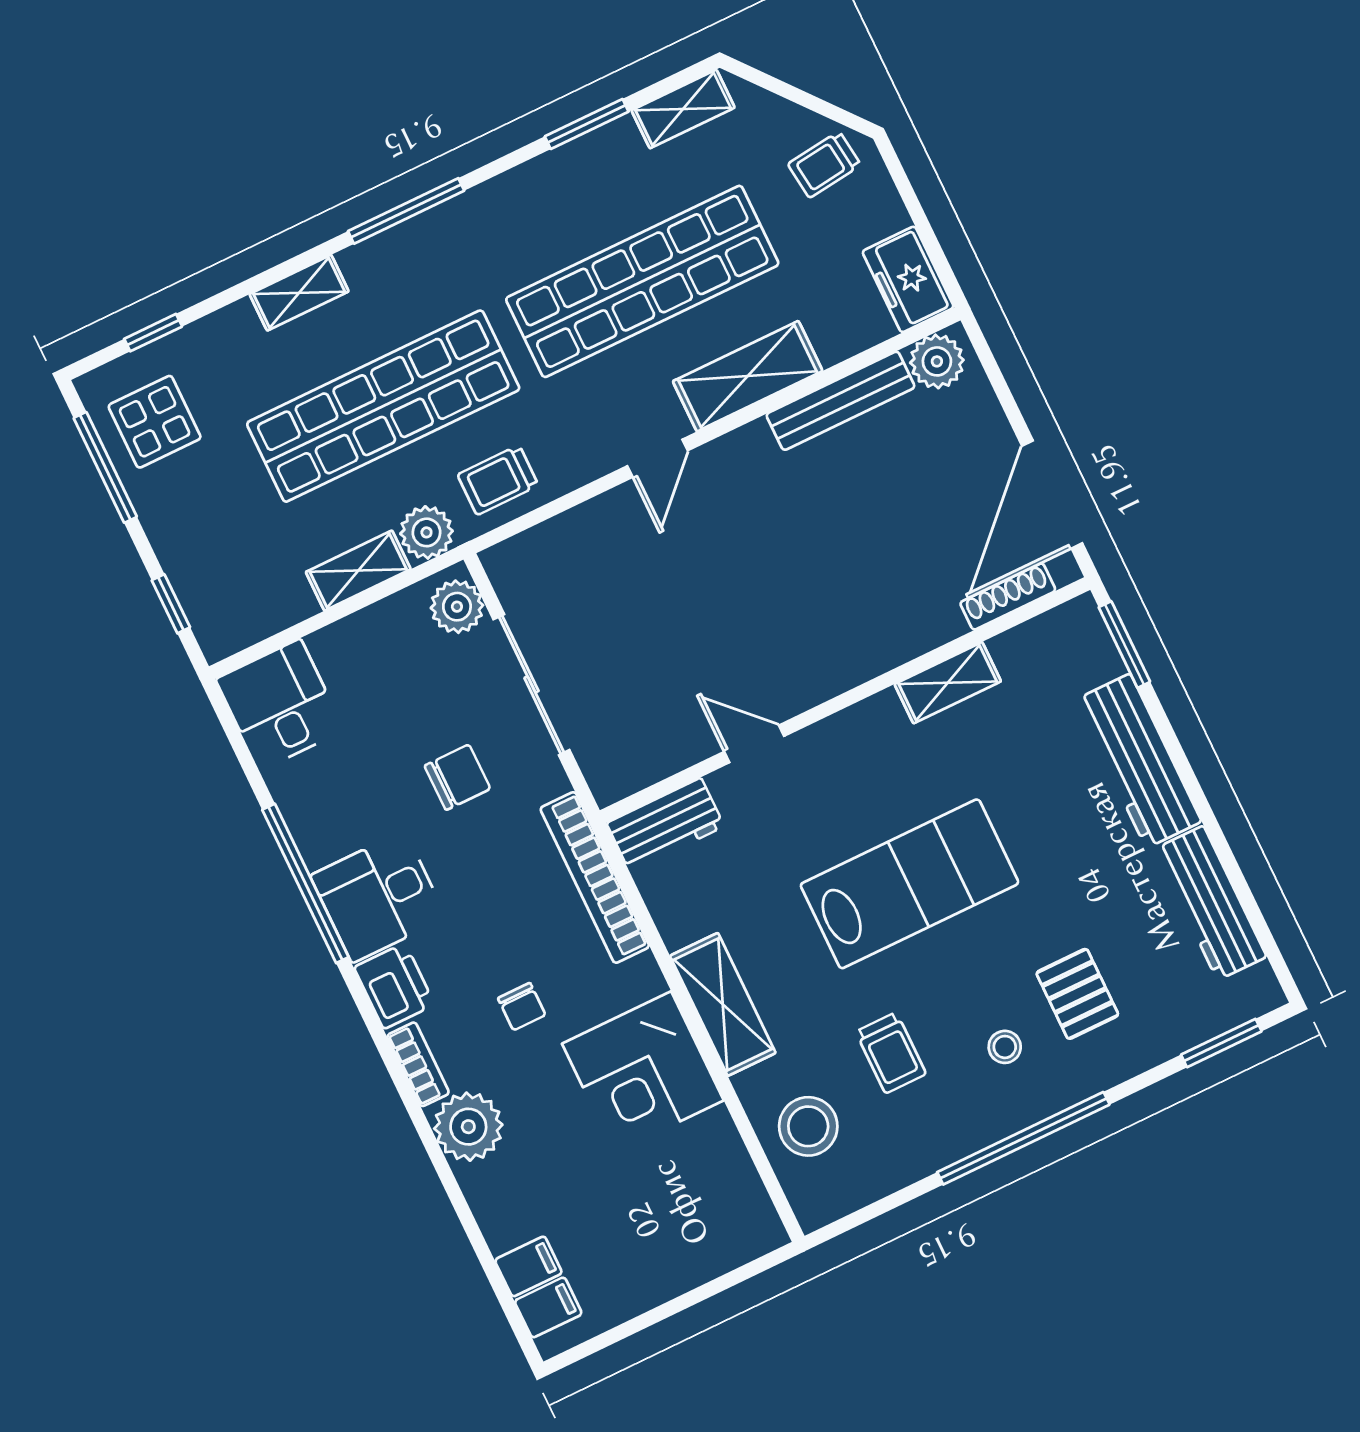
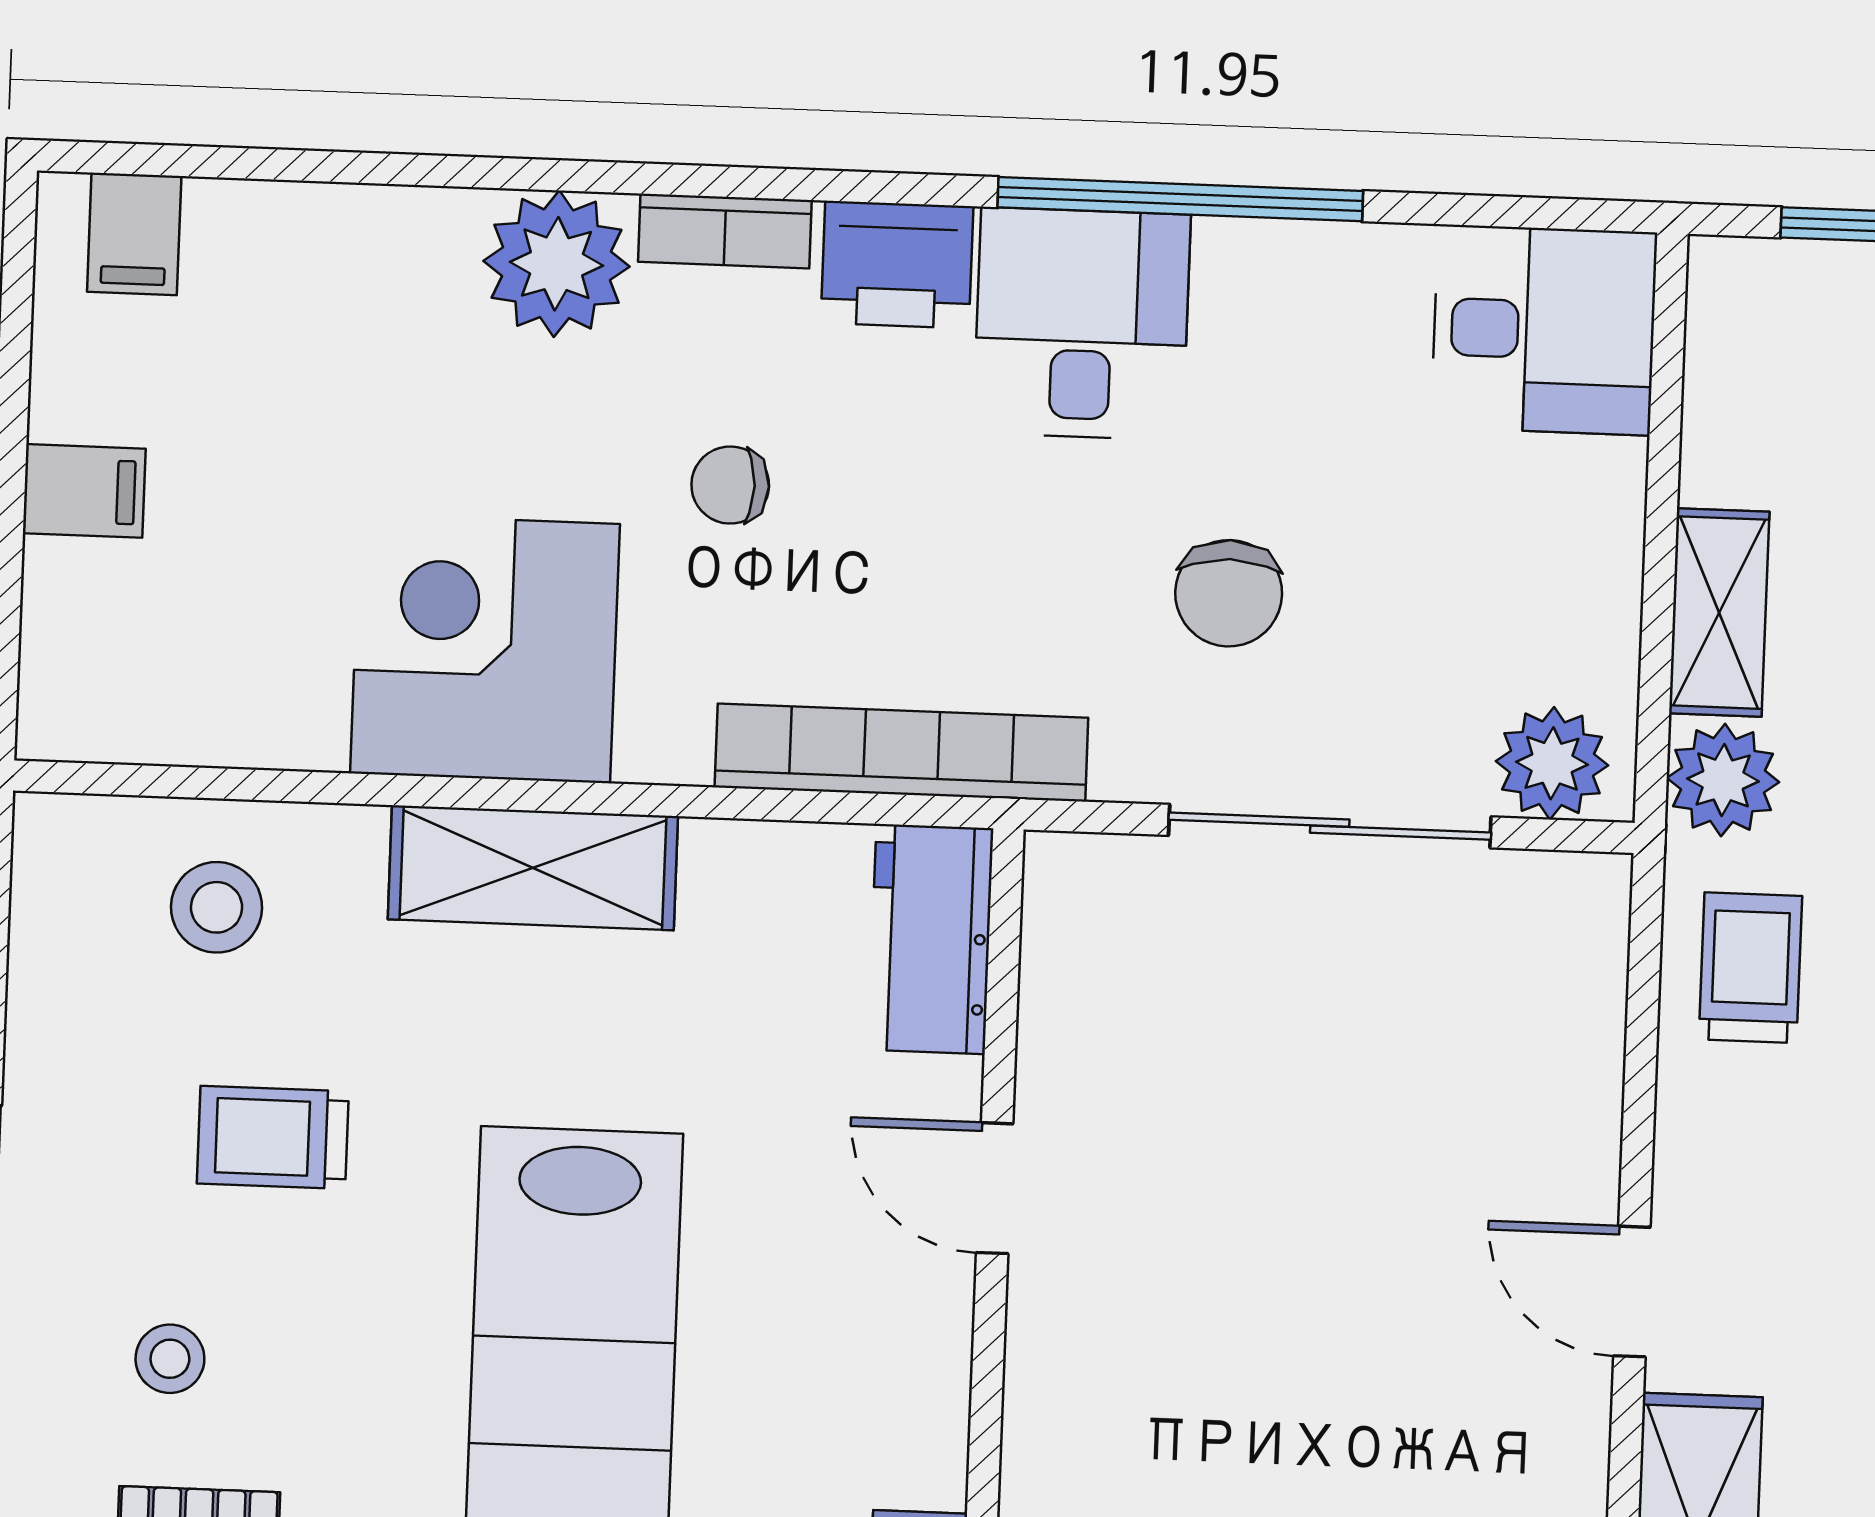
door: (754, 744) -> (995, 1188), swing flipped
stool: (808, 1126) -> (217, 907), width x0.73, depth x0.73
filing cabinet: (528, 1266) -> (84, 491), moved, turned -90

